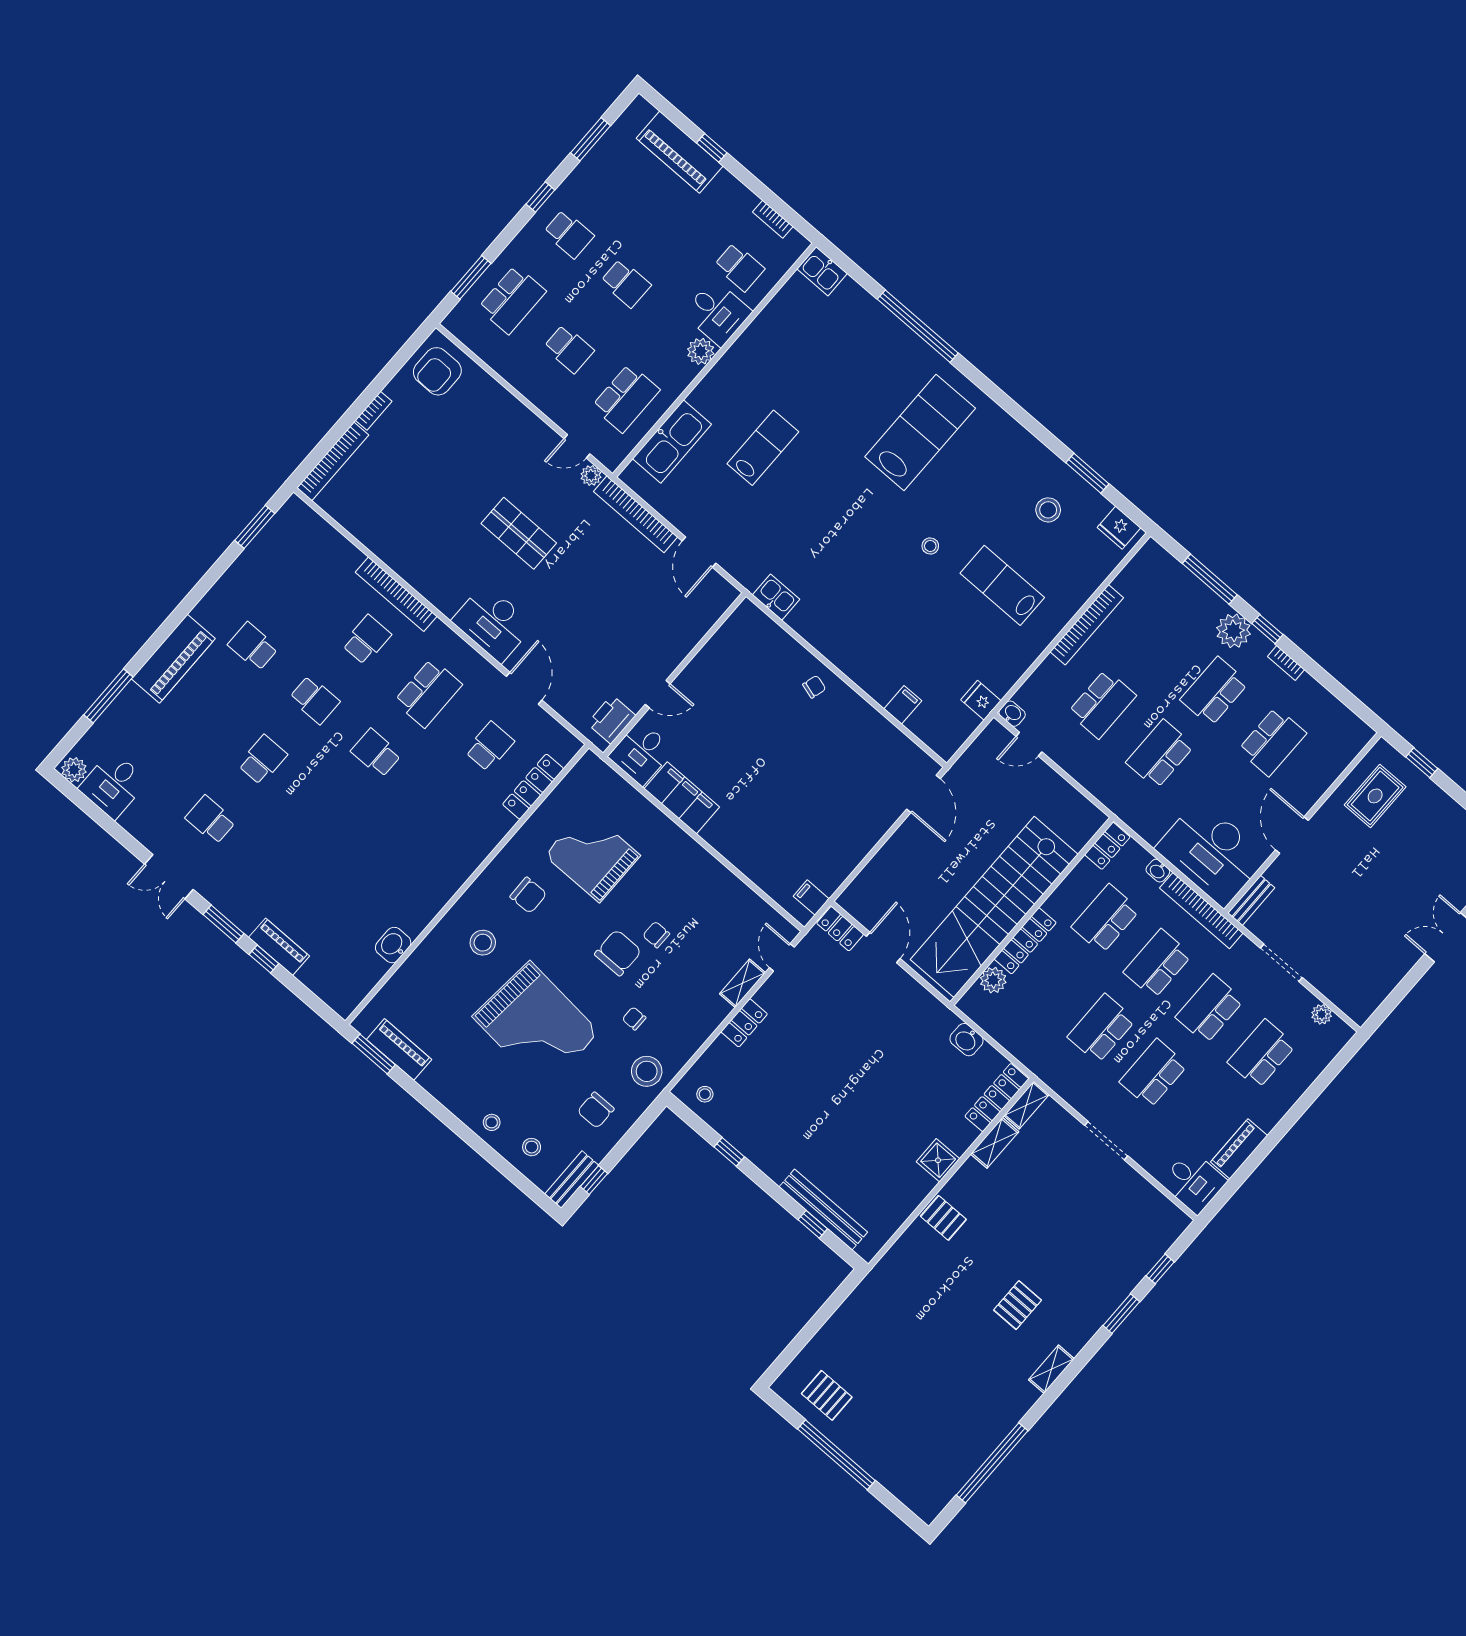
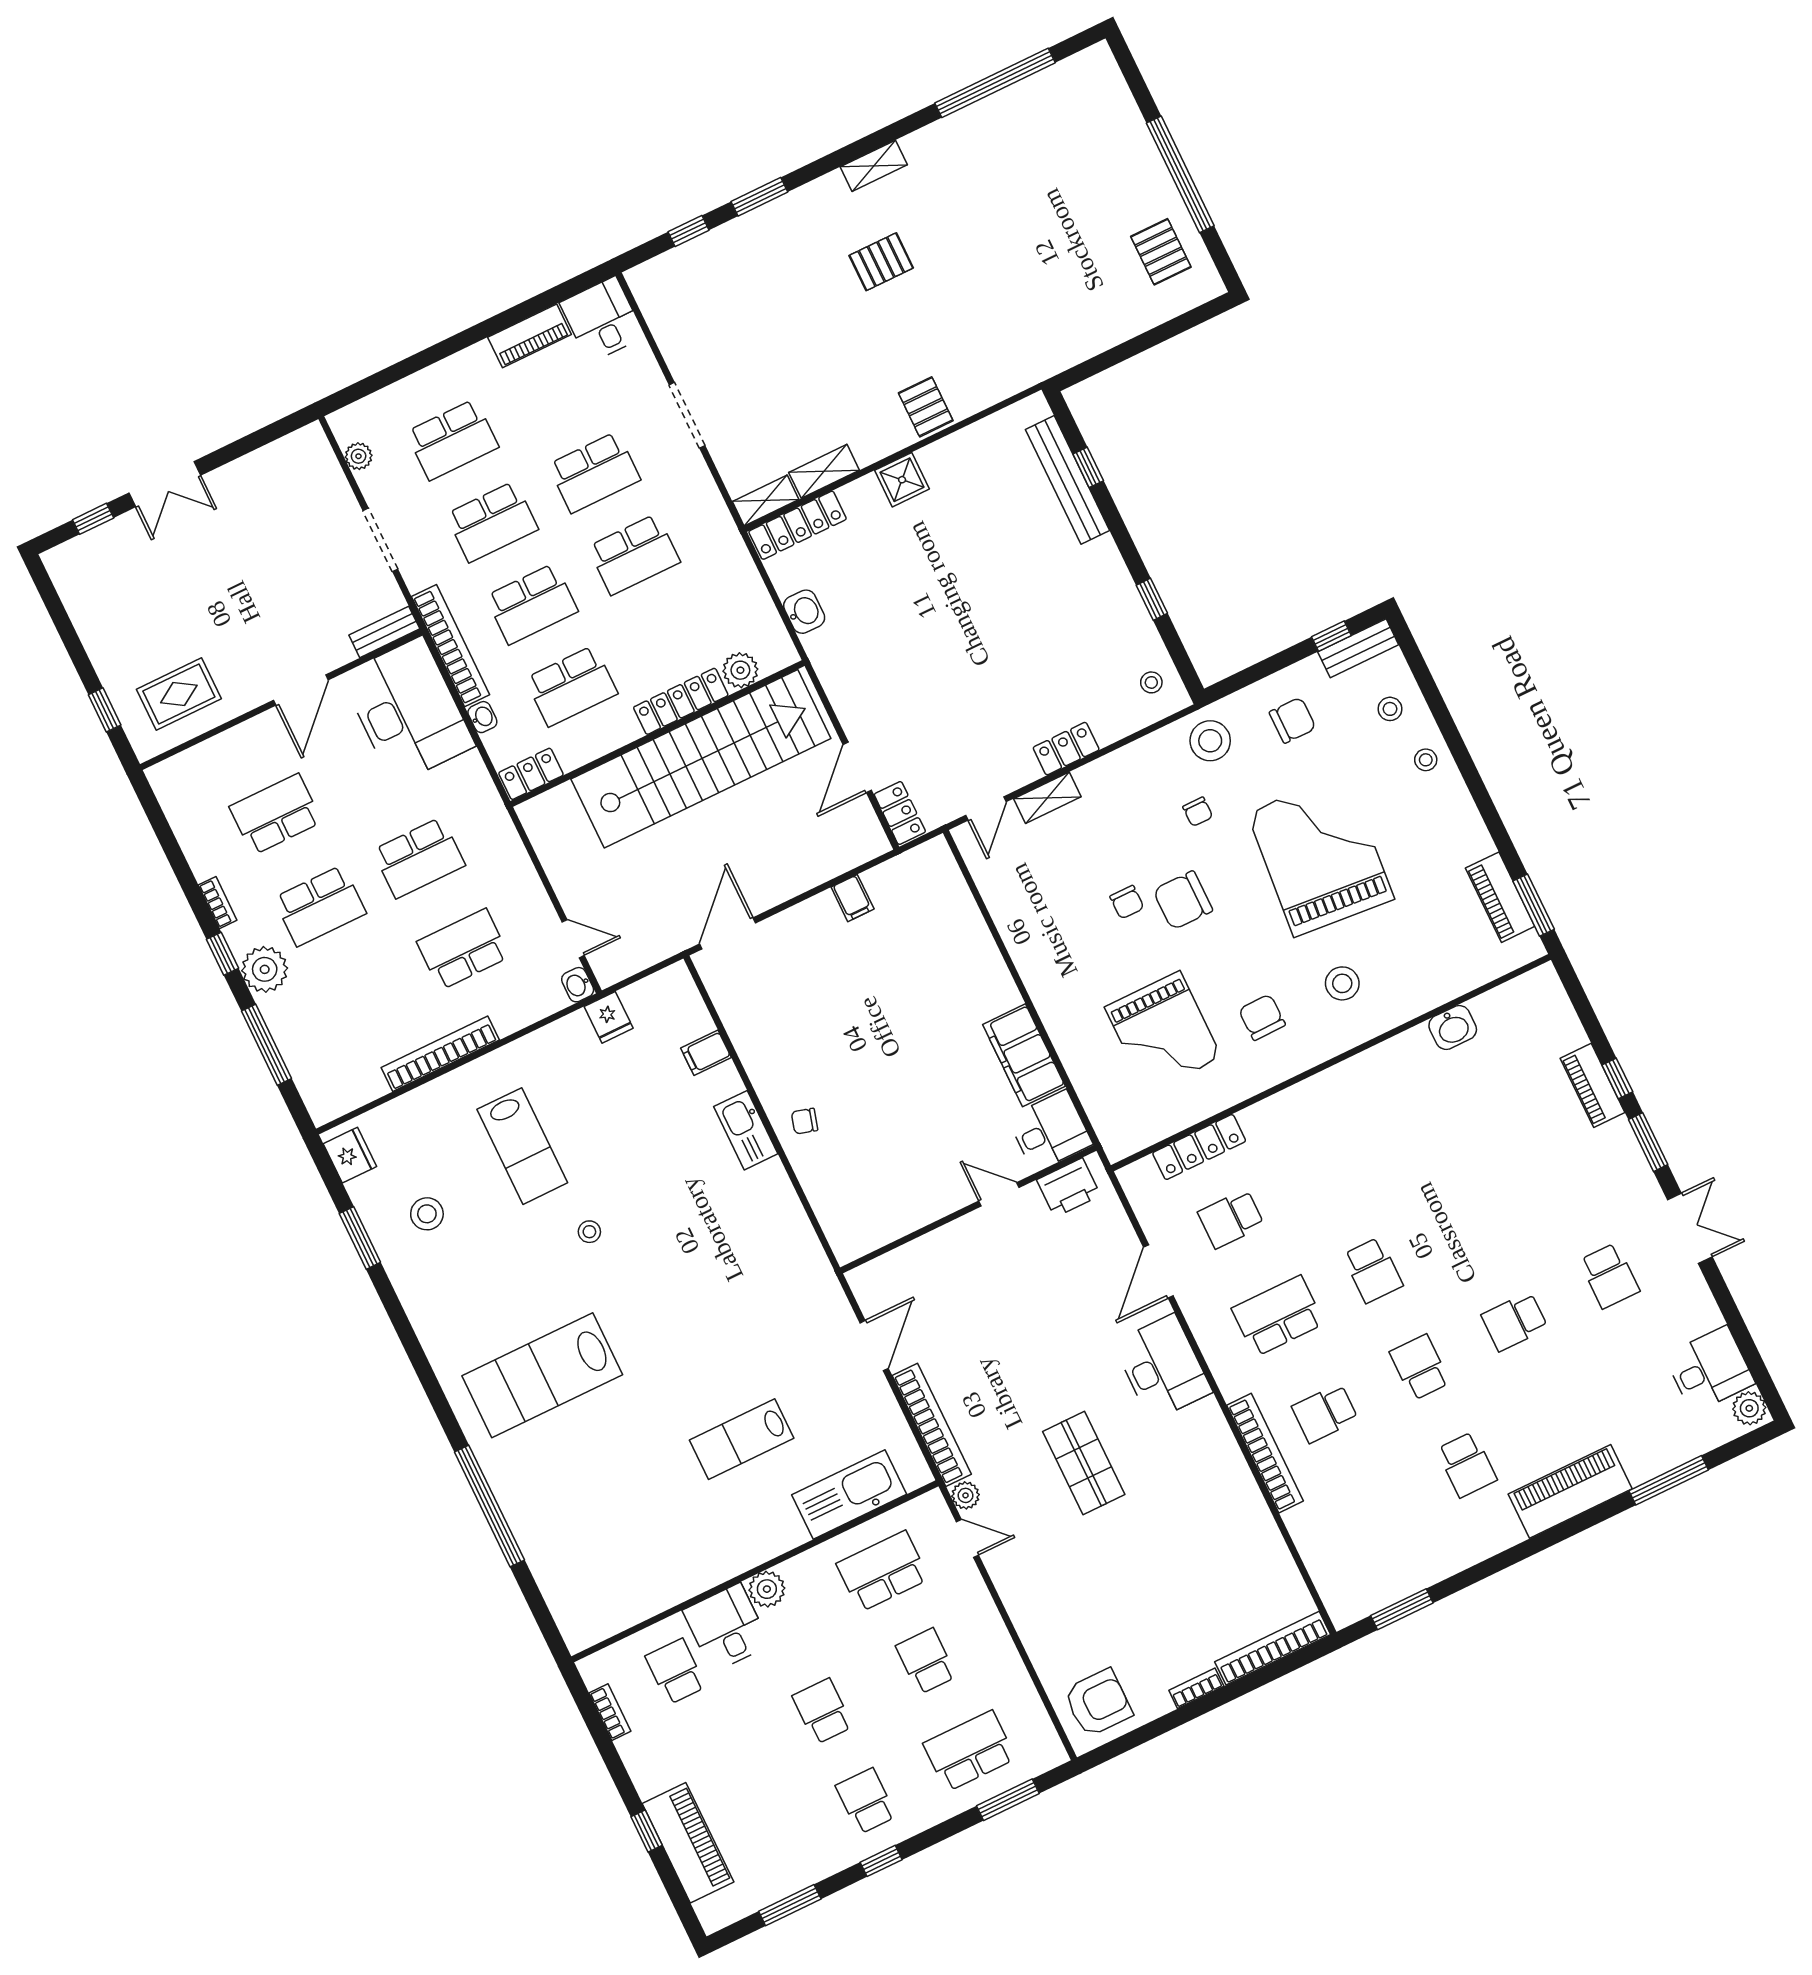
kitchen sink: (822, 271) -> (577, 1623), removed
kitchen sink: (776, 597) -> (746, 1130), moved, width x1.38
filing cabinet: (811, 898) -> (853, 898), moved

